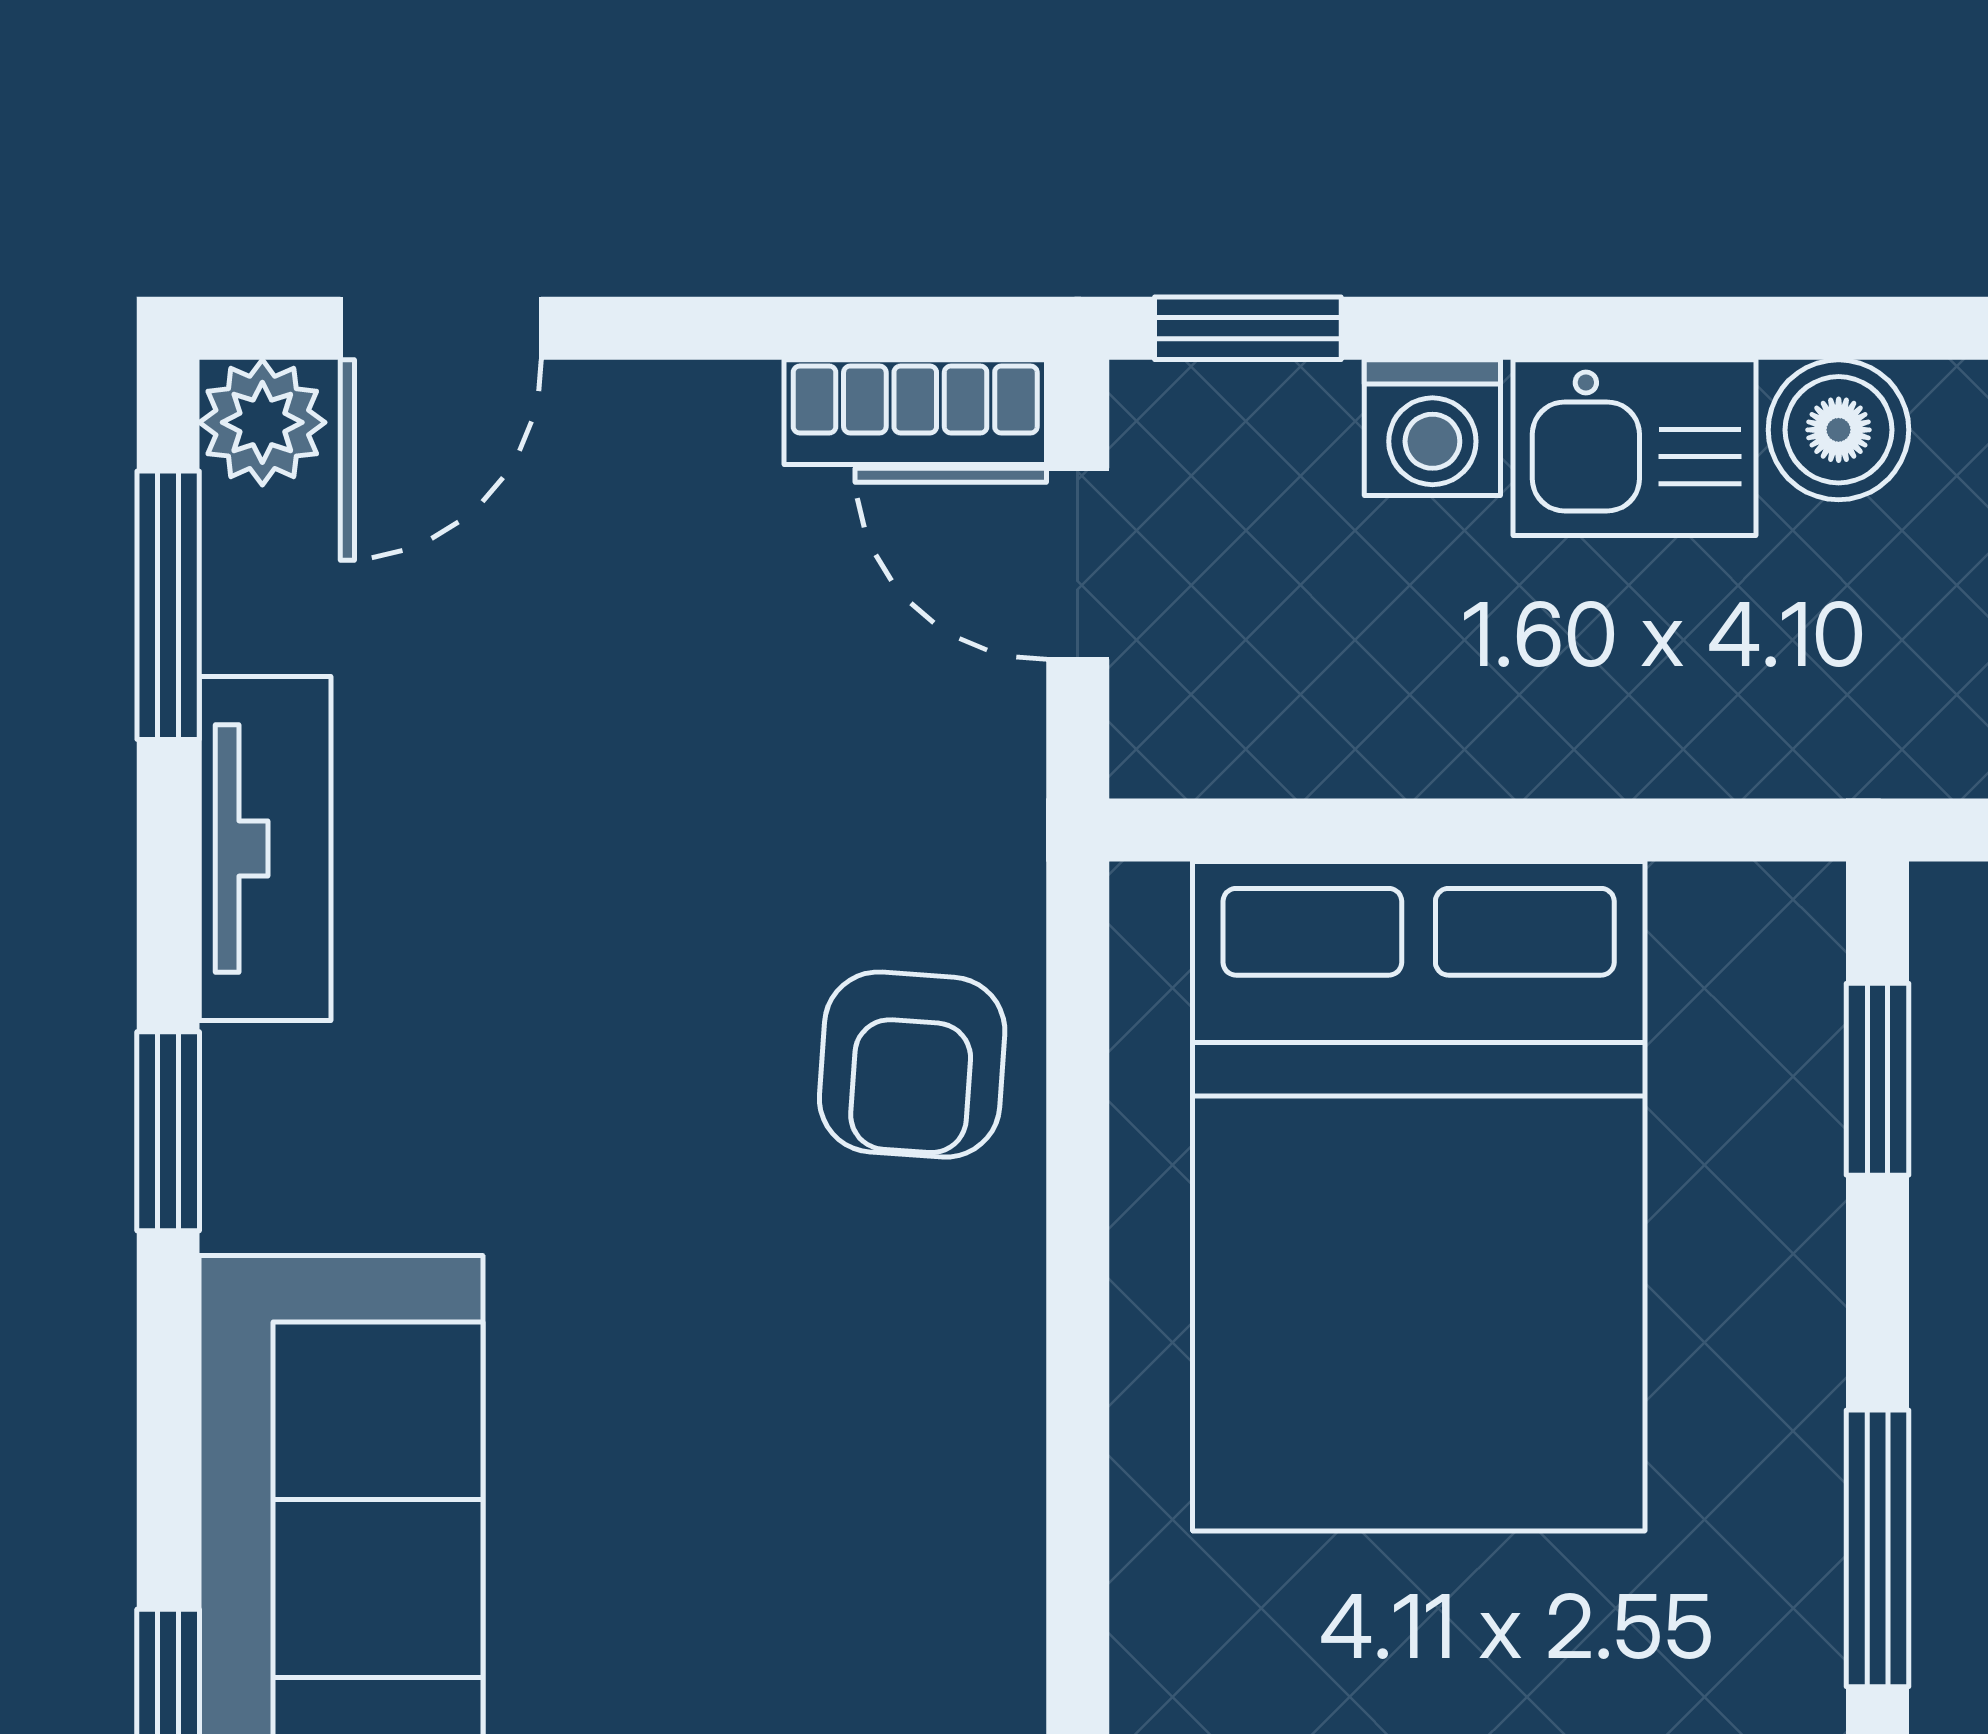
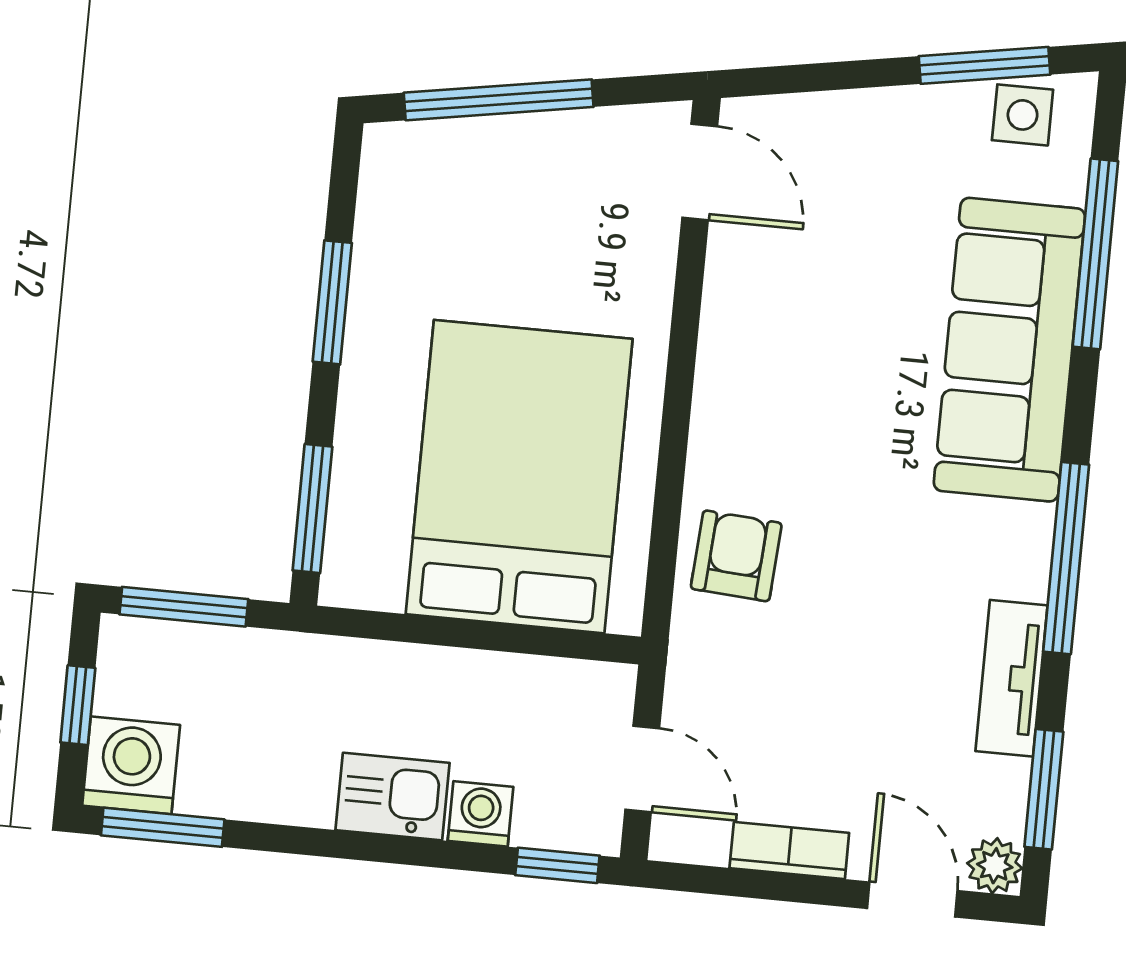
door: (441, 328) -> (912, 900), hinge flipped
bookcase: (915, 412) -> (789, 851), moved
boiler: (1839, 430) -> (302, 796), removed
window: (1878, 1079) -> (312, 509), width x1.50
window: (168, 1131) -> (1066, 558), width x2.17

